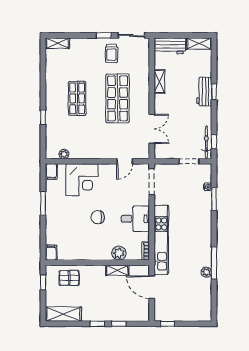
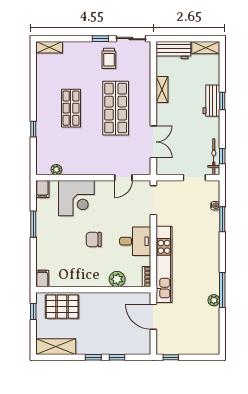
shelving: (117, 270) -> (115, 298), removed
pallet: (69, 278) -> (62, 307), width x1.50, depth x1.42

